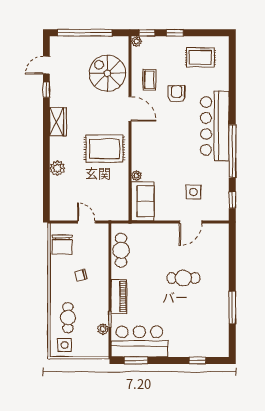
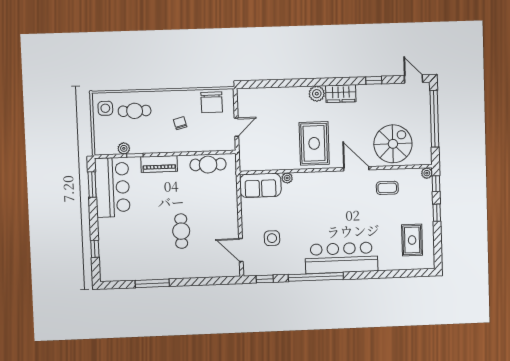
door: (46, 65) -> (414, 79), moved
armchair: (177, 94) -> (374, 217), removed
door: (130, 109) -> (356, 169), swing flipped
plant: (57, 168) -> (317, 94), moved
door: (191, 222) -> (241, 250), moved
chair: (62, 245) -> (212, 102), turned -90

